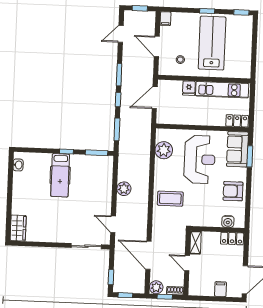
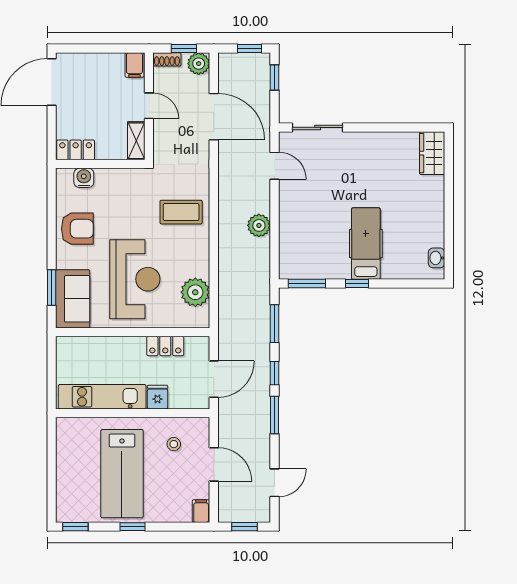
locker: (237, 121) -> (165, 346), moved
reception desk: (200, 159) -> (135, 279), turned 180
filing cabinet: (221, 289) -> (134, 65), moved

